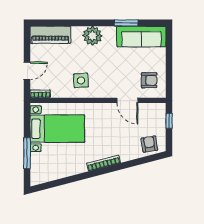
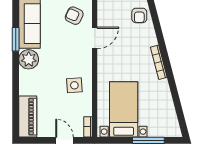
plant: (92, 36) -> (29, 59), moved
armchair: (149, 80) -> (74, 16), turned -65
armchair: (149, 144) -> (139, 15), turned -81

